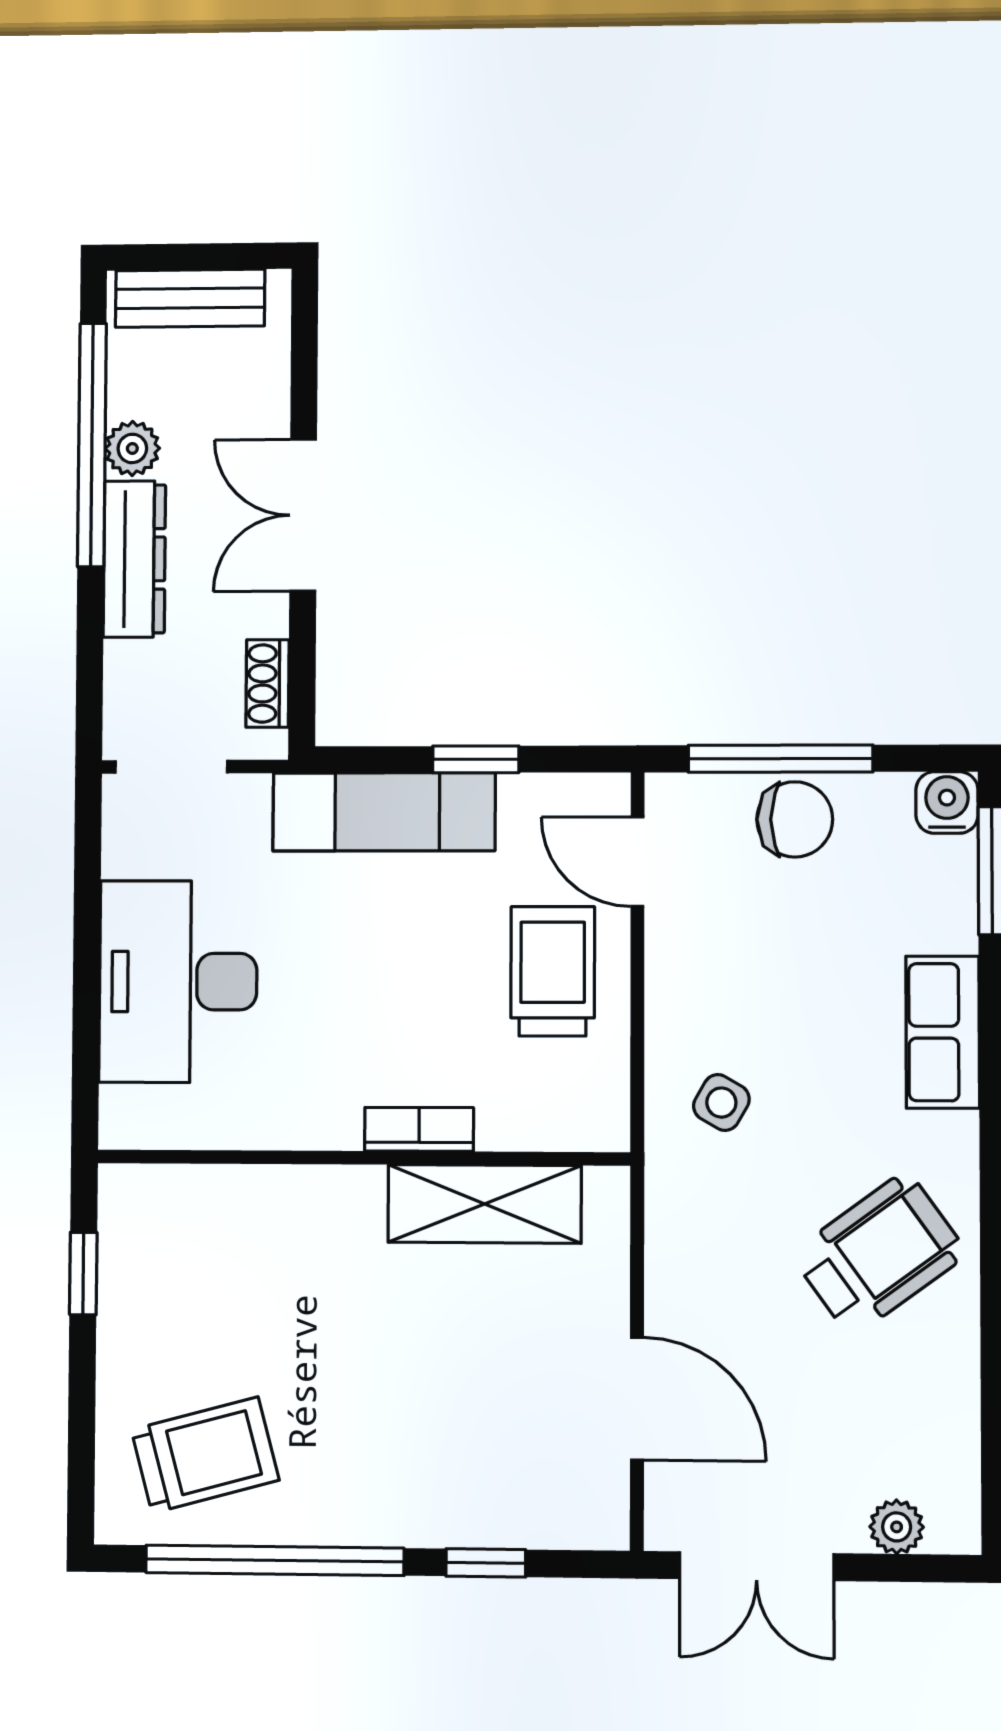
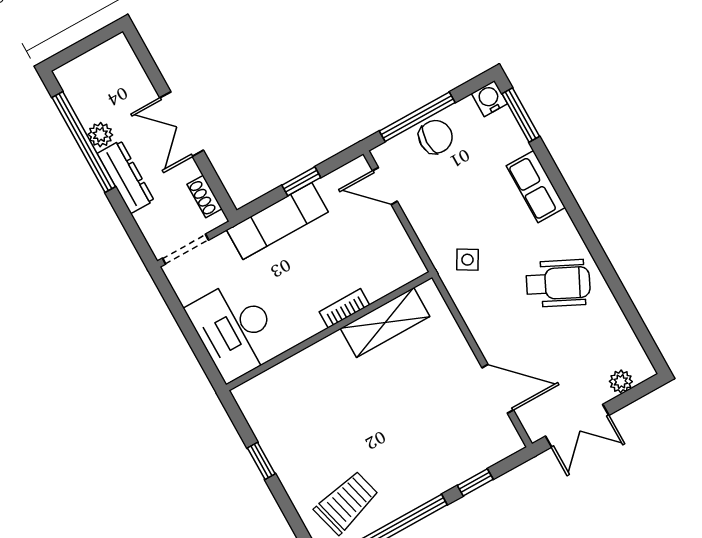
bench: (190, 298) -> (90, 64), removed
trolley: (553, 971) -> (376, 246), removed
bookcase: (419, 1129) -> (344, 308), moved
wall: (363, 1158) -> (329, 331), moved
shelving: (485, 1204) -> (385, 322), moved
wheelchair: (879, 1254) -> (558, 283), turned 62

